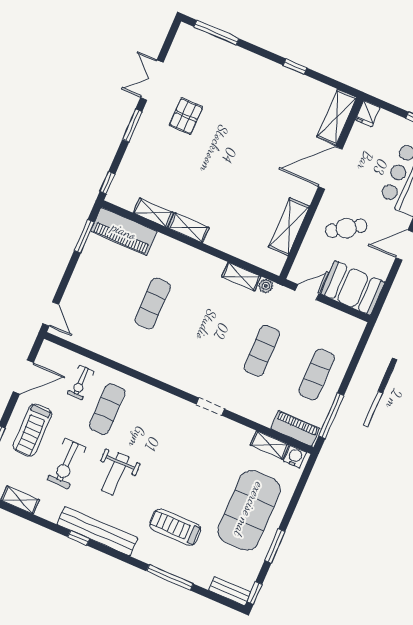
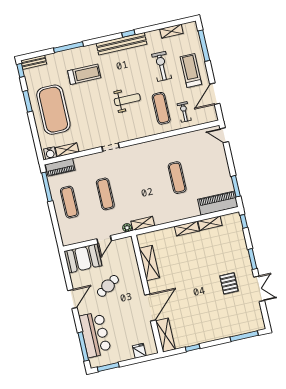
shelving: (337, 117) -> (165, 335), moved
door: (330, 168) -> (150, 307), moved
wall: (321, 188) -> (147, 294), moved
shelving: (289, 227) -> (149, 263), moved
weight bench: (115, 474) -> (127, 100), moved, turned 90

